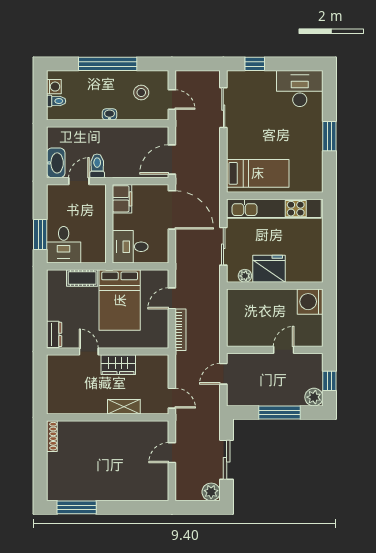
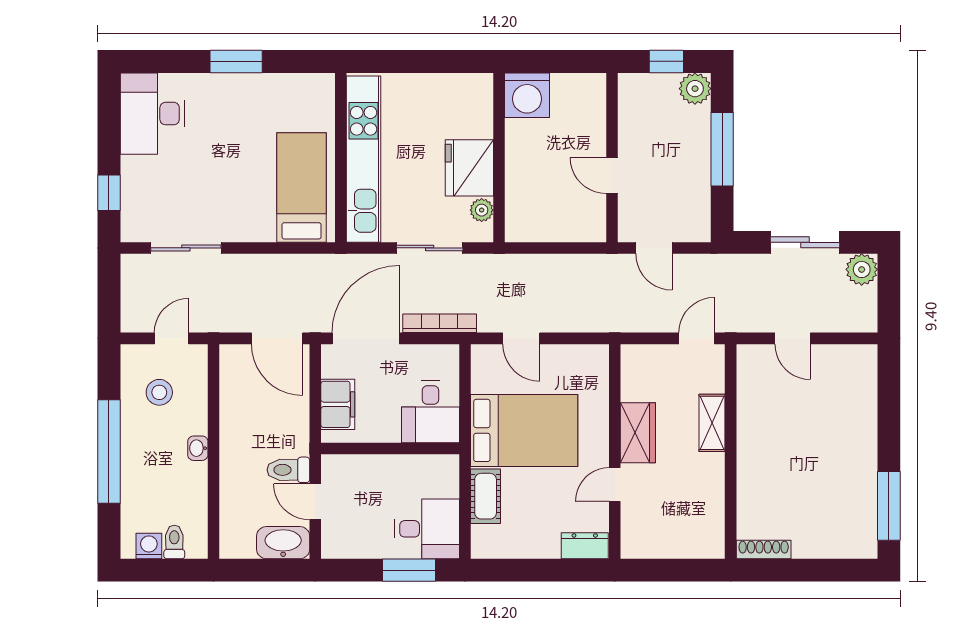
filing cabinet: (122, 199) -> (338, 404), moved, turned 90
bookcase: (180, 330) -> (440, 323), moved
door: (284, 350) -> (612, 176), moved

